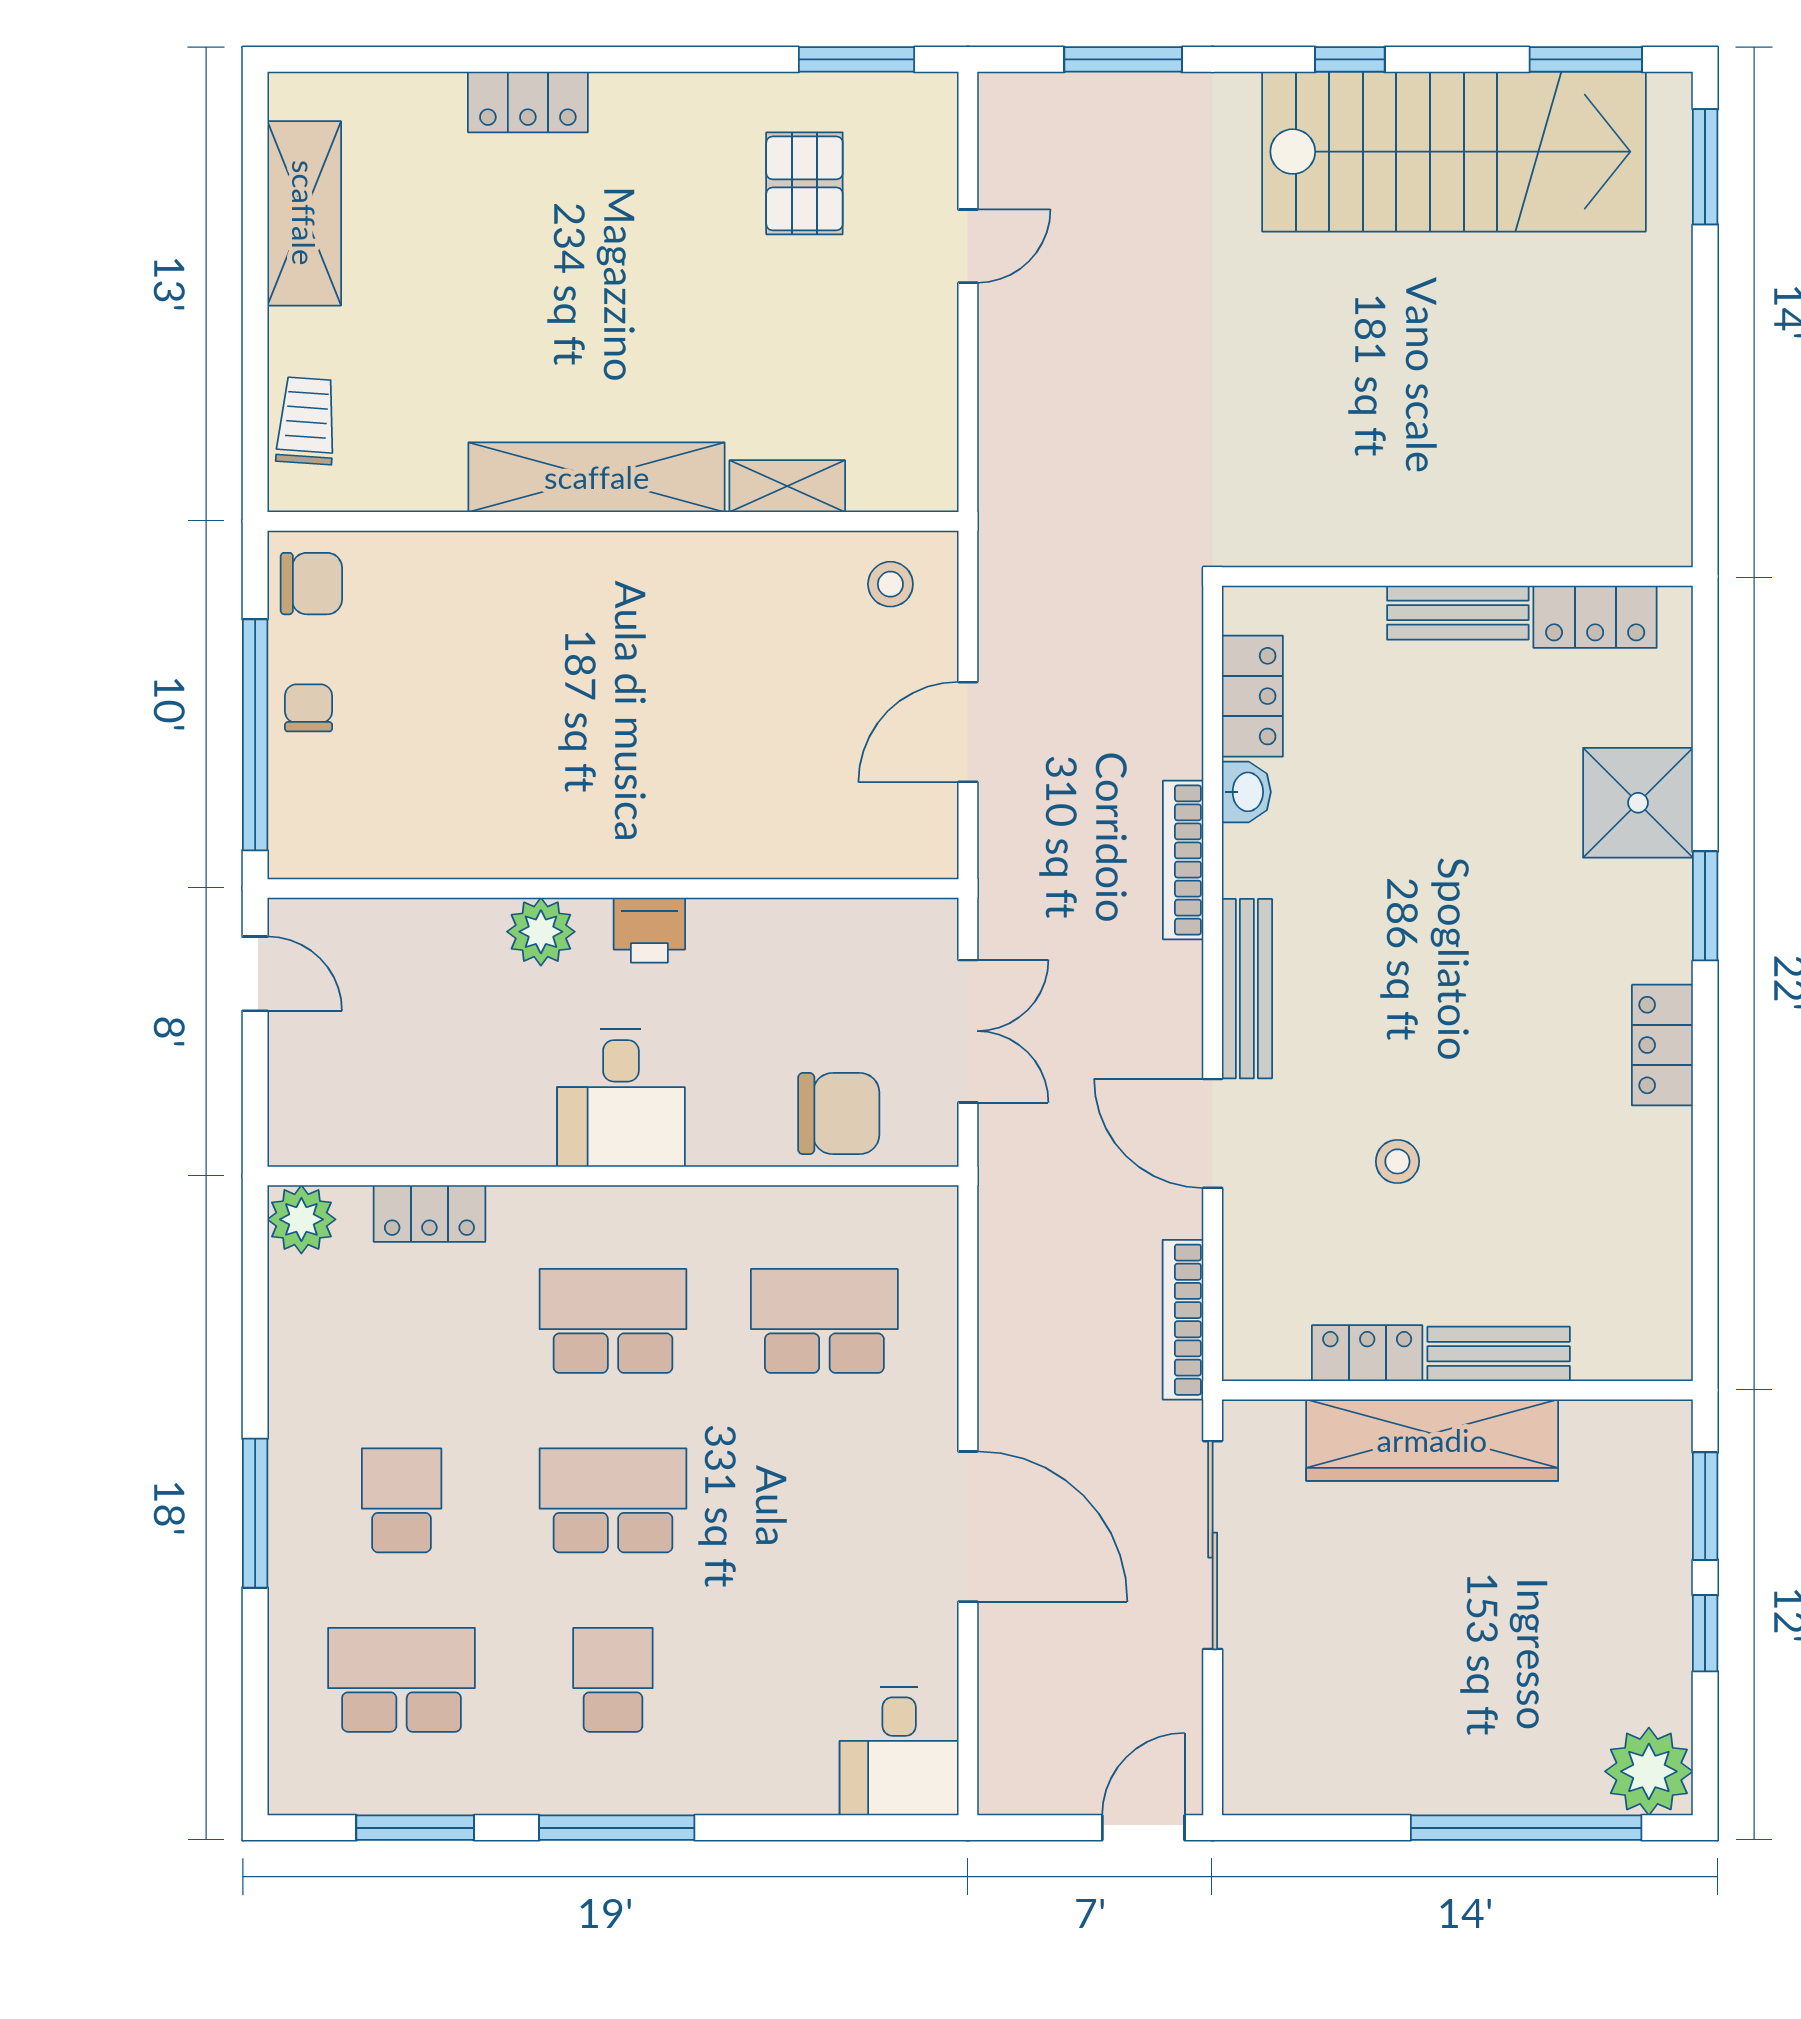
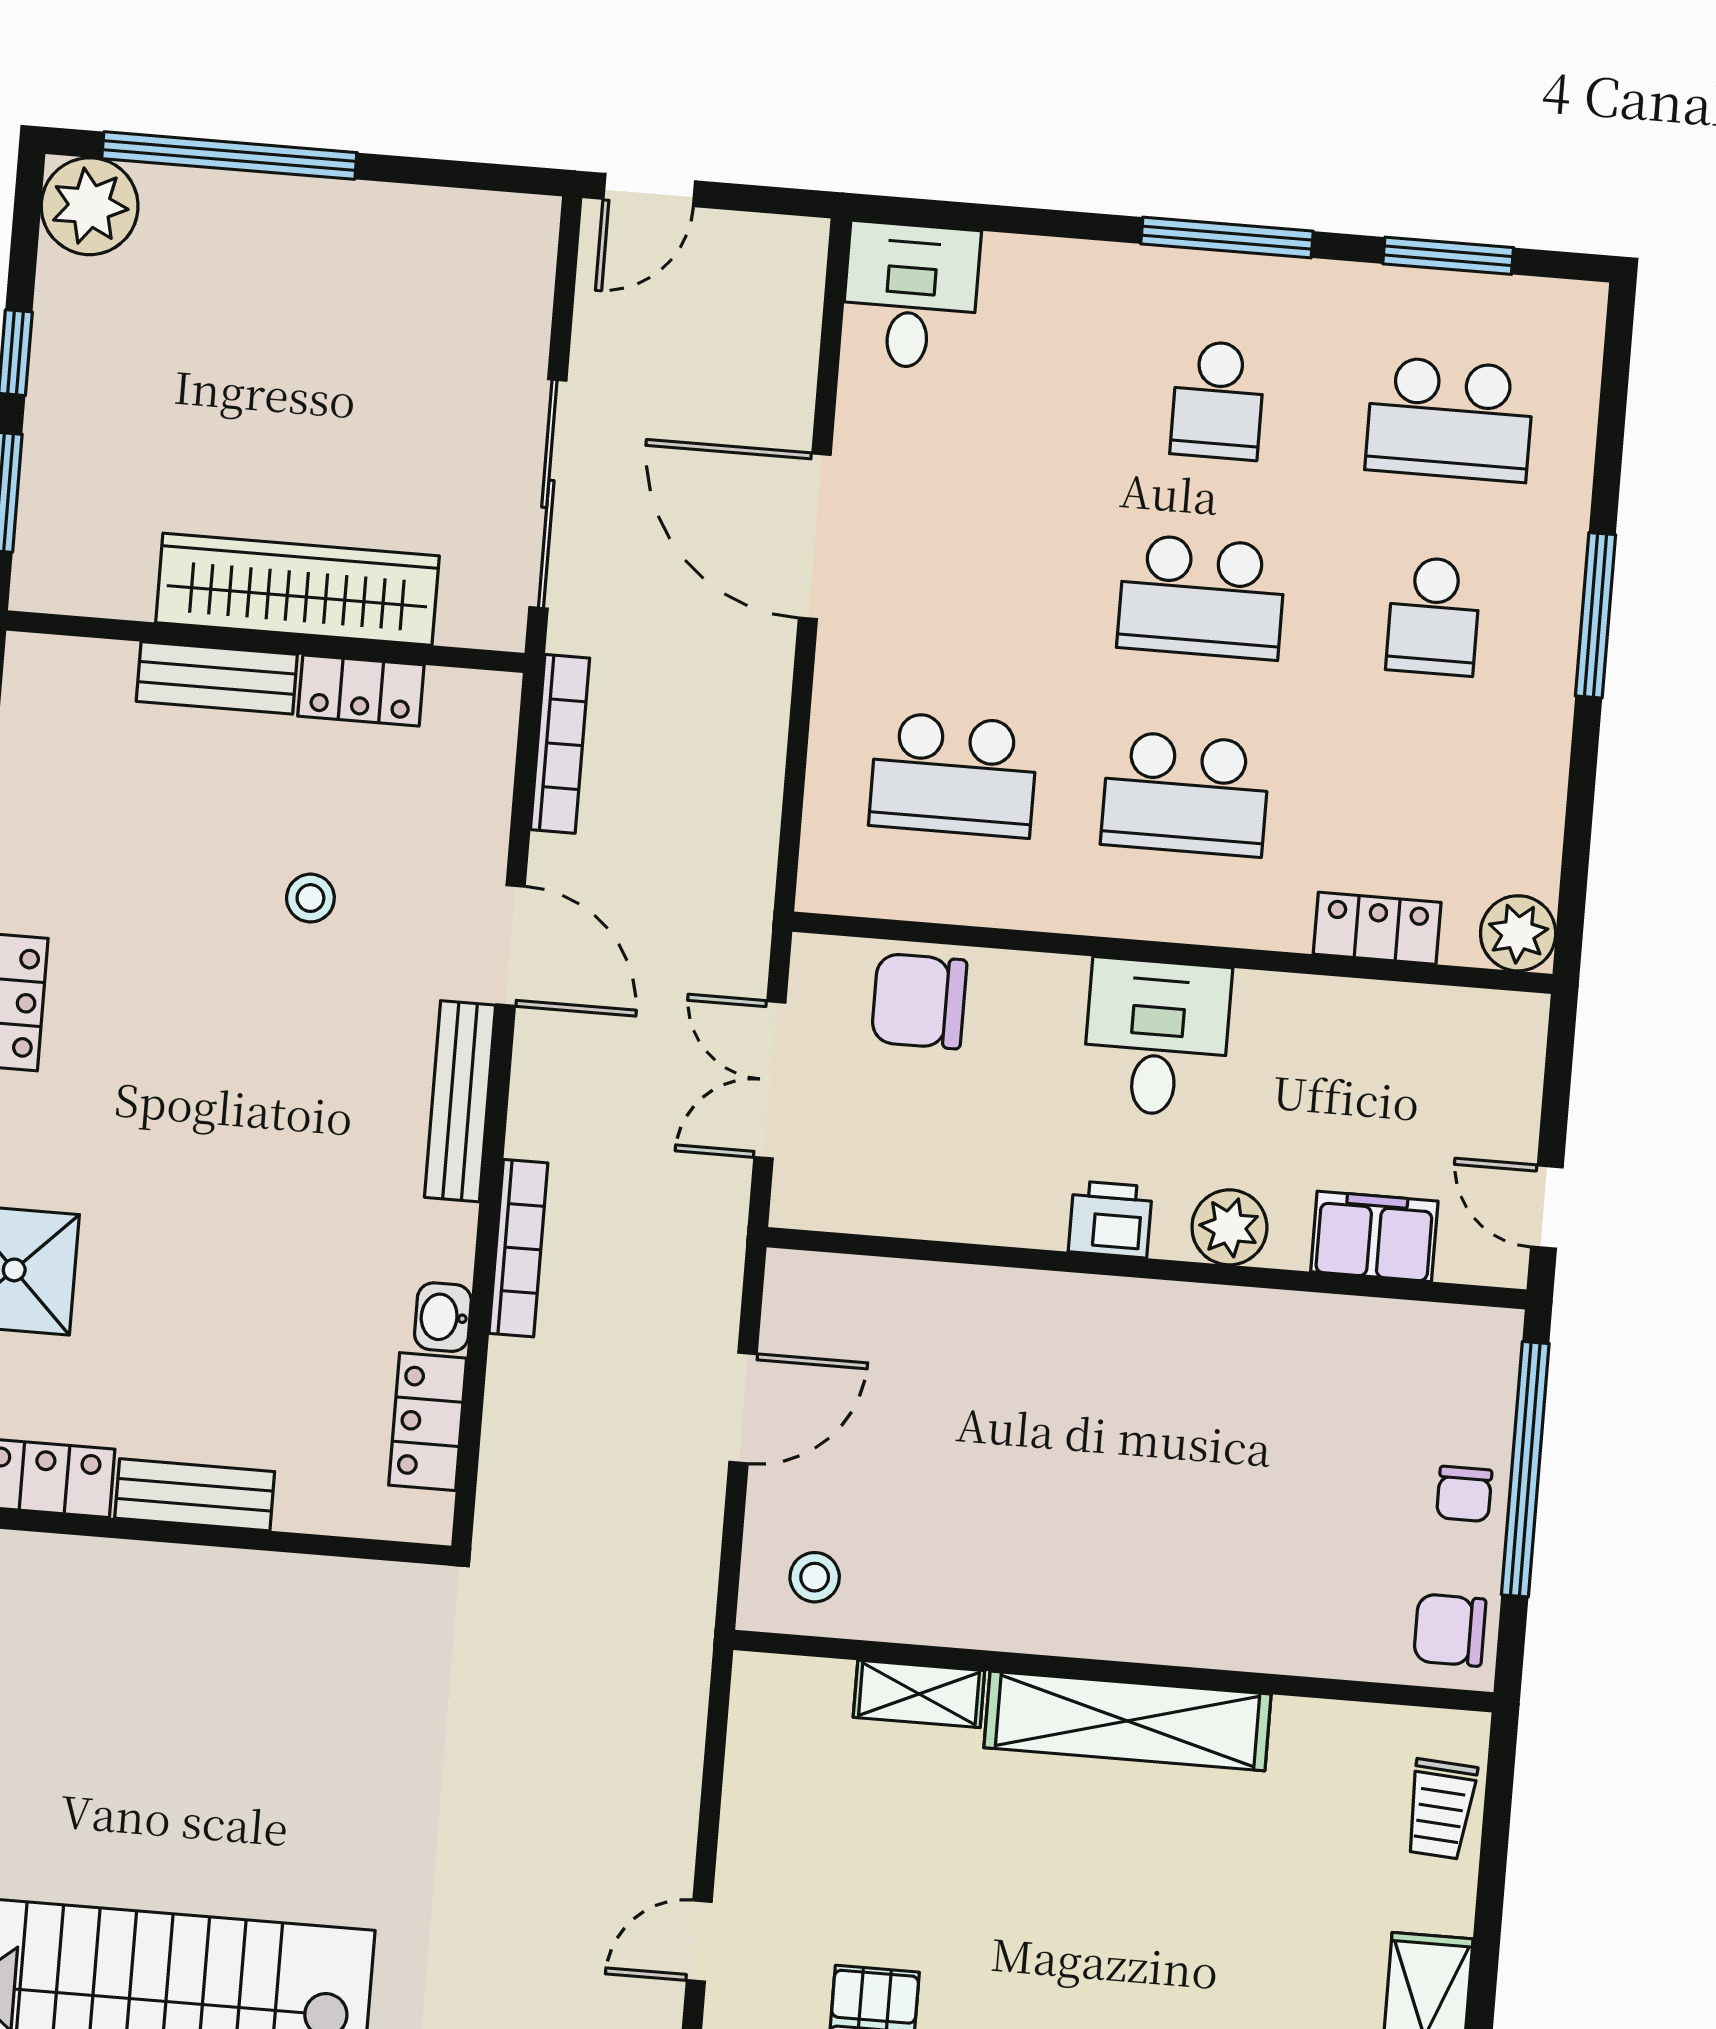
filing cabinet: (409, 934) -> (1374, 1236), added

